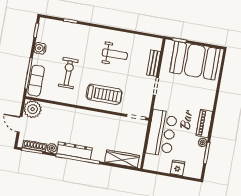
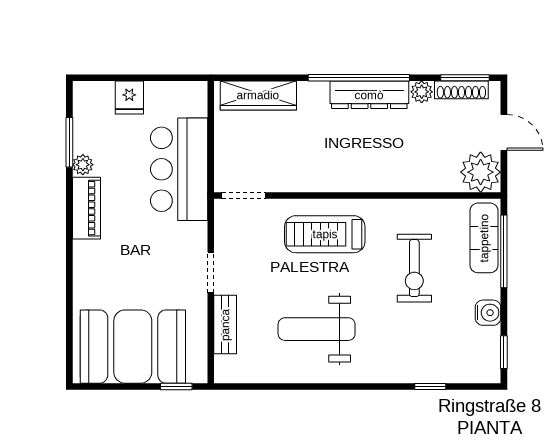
weight bench: (115, 54) -> (317, 329), width x1.36, depth x1.33

